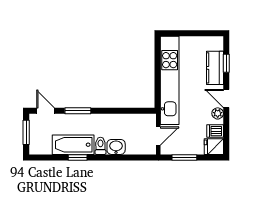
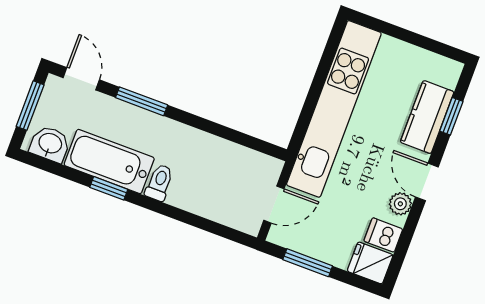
washbasin: (116, 147) -> (50, 144), moved

